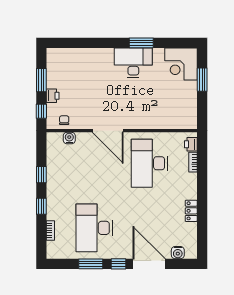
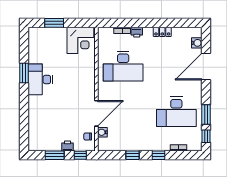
corner desk: (181, 64) -> (80, 40), moved
door: (108, 131) -> (96, 113), moved
printer: (191, 144) -> (137, 32), moved
window: (119, 264) -> (206, 136), moved

